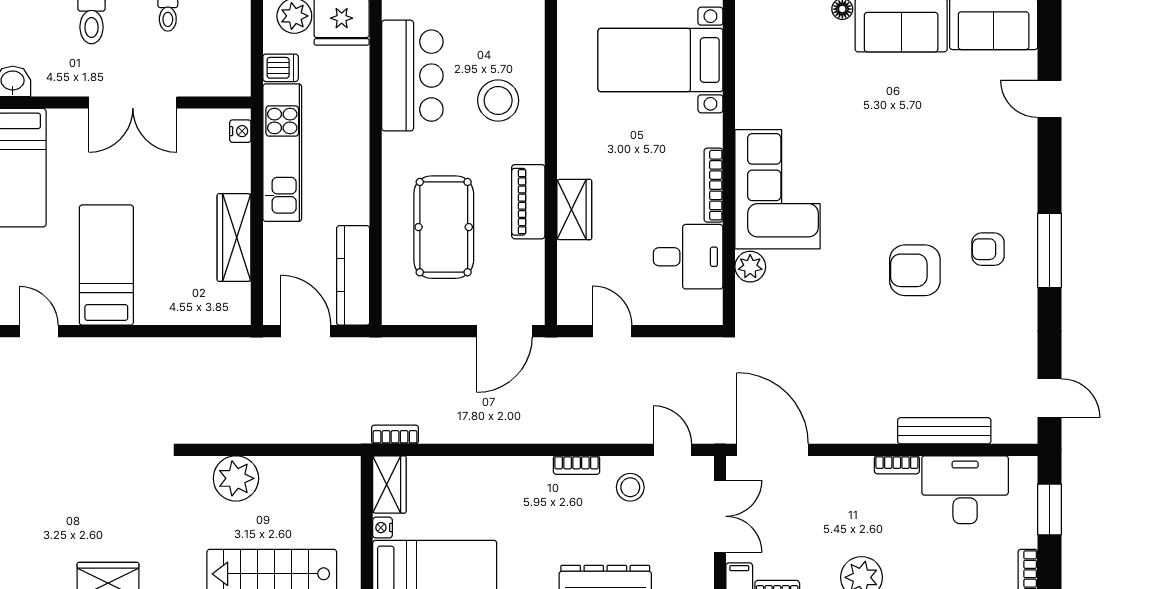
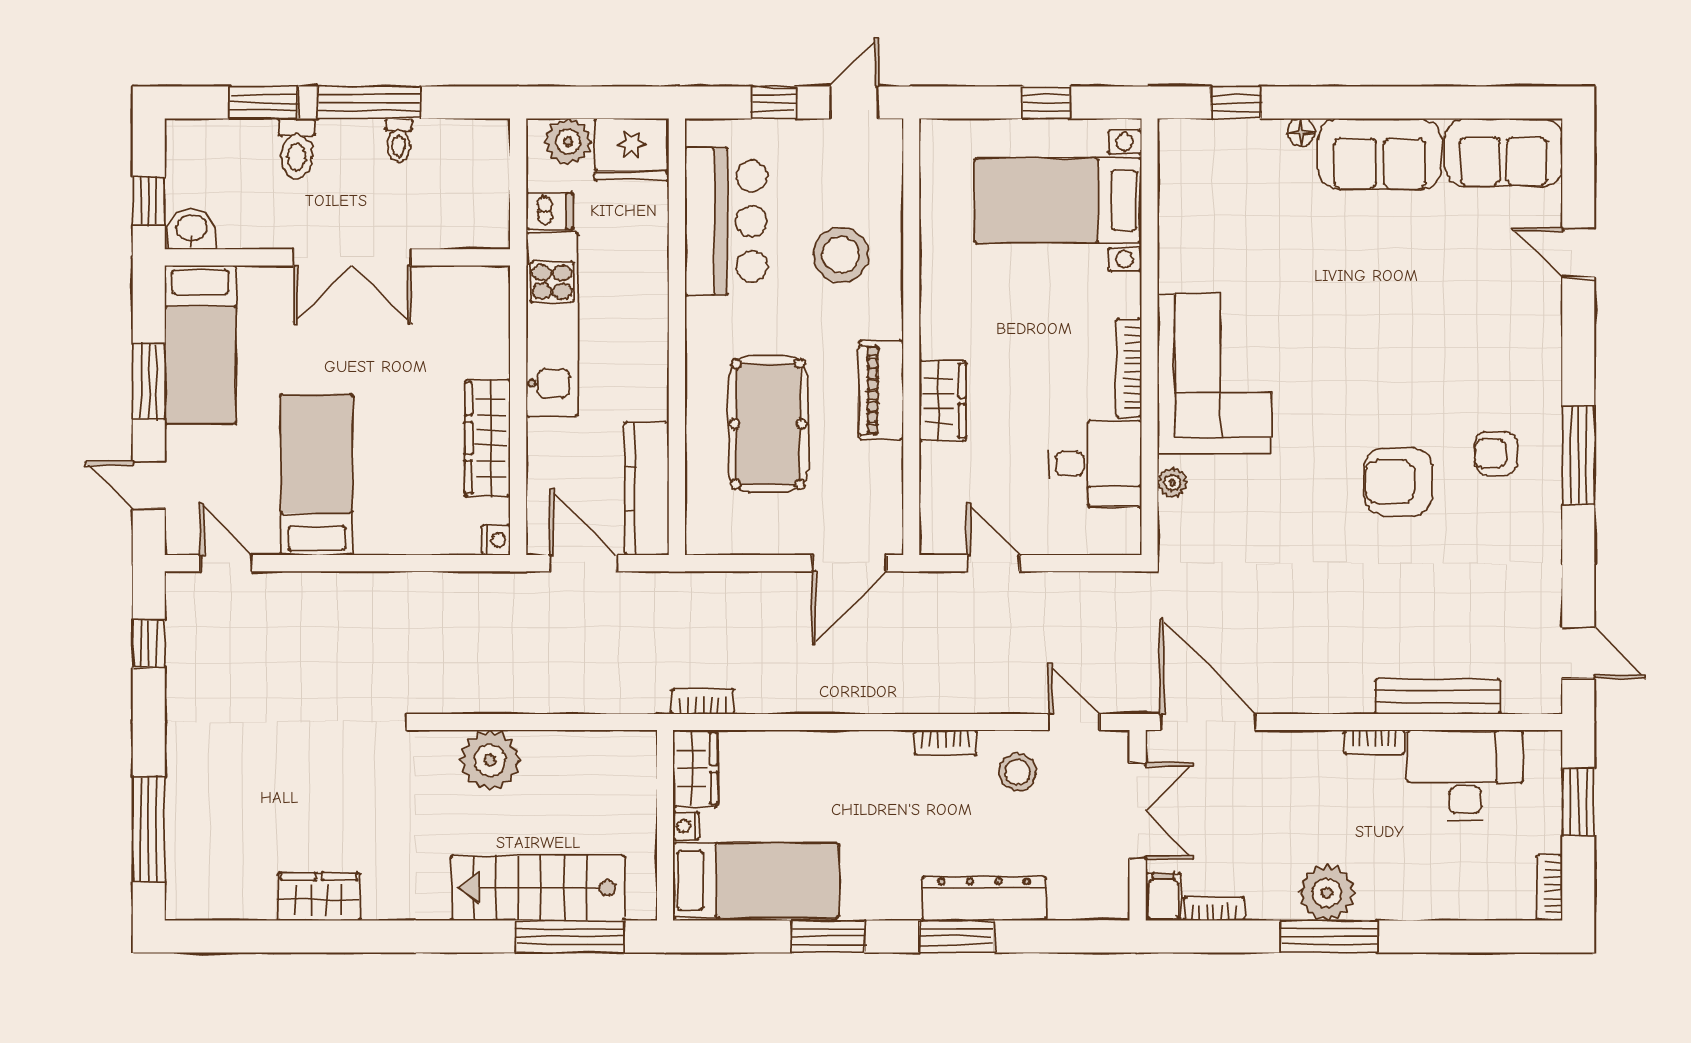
nightstand: (240, 131) -> (496, 540), moved
plant: (750, 267) -> (1172, 483), width x0.73, depth x0.73

